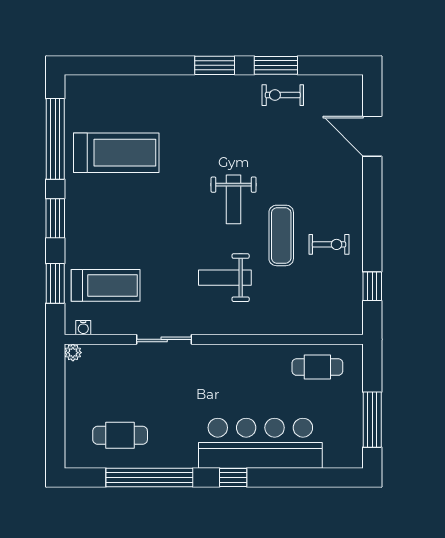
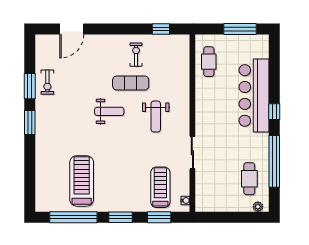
plant: (73, 353) -> (258, 207), moved

